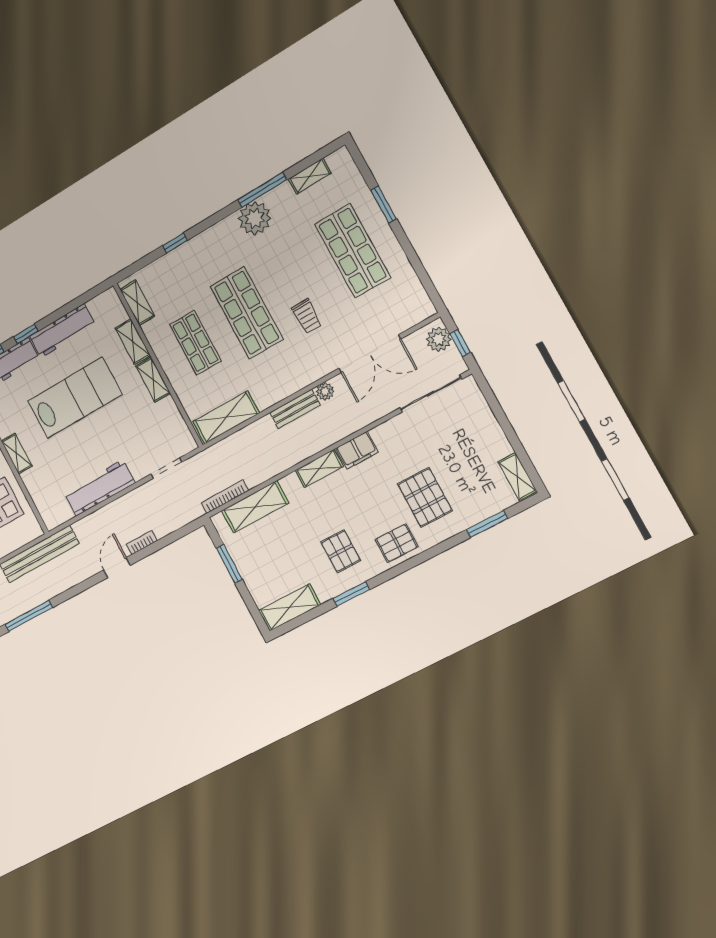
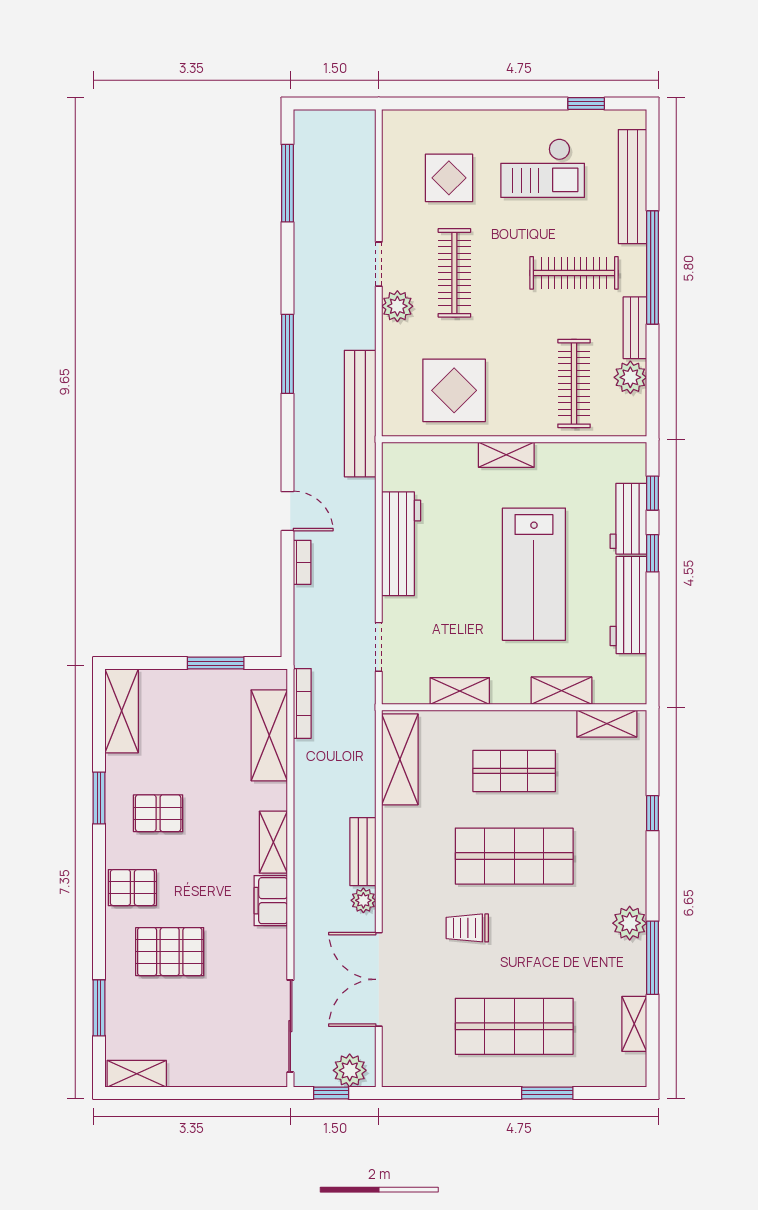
plant: (255, 218) -> (630, 923), width x0.73, depth x0.73
shelving: (153, 380) -> (460, 691), moved
pallet: (397, 543) -> (132, 888), turned 90

